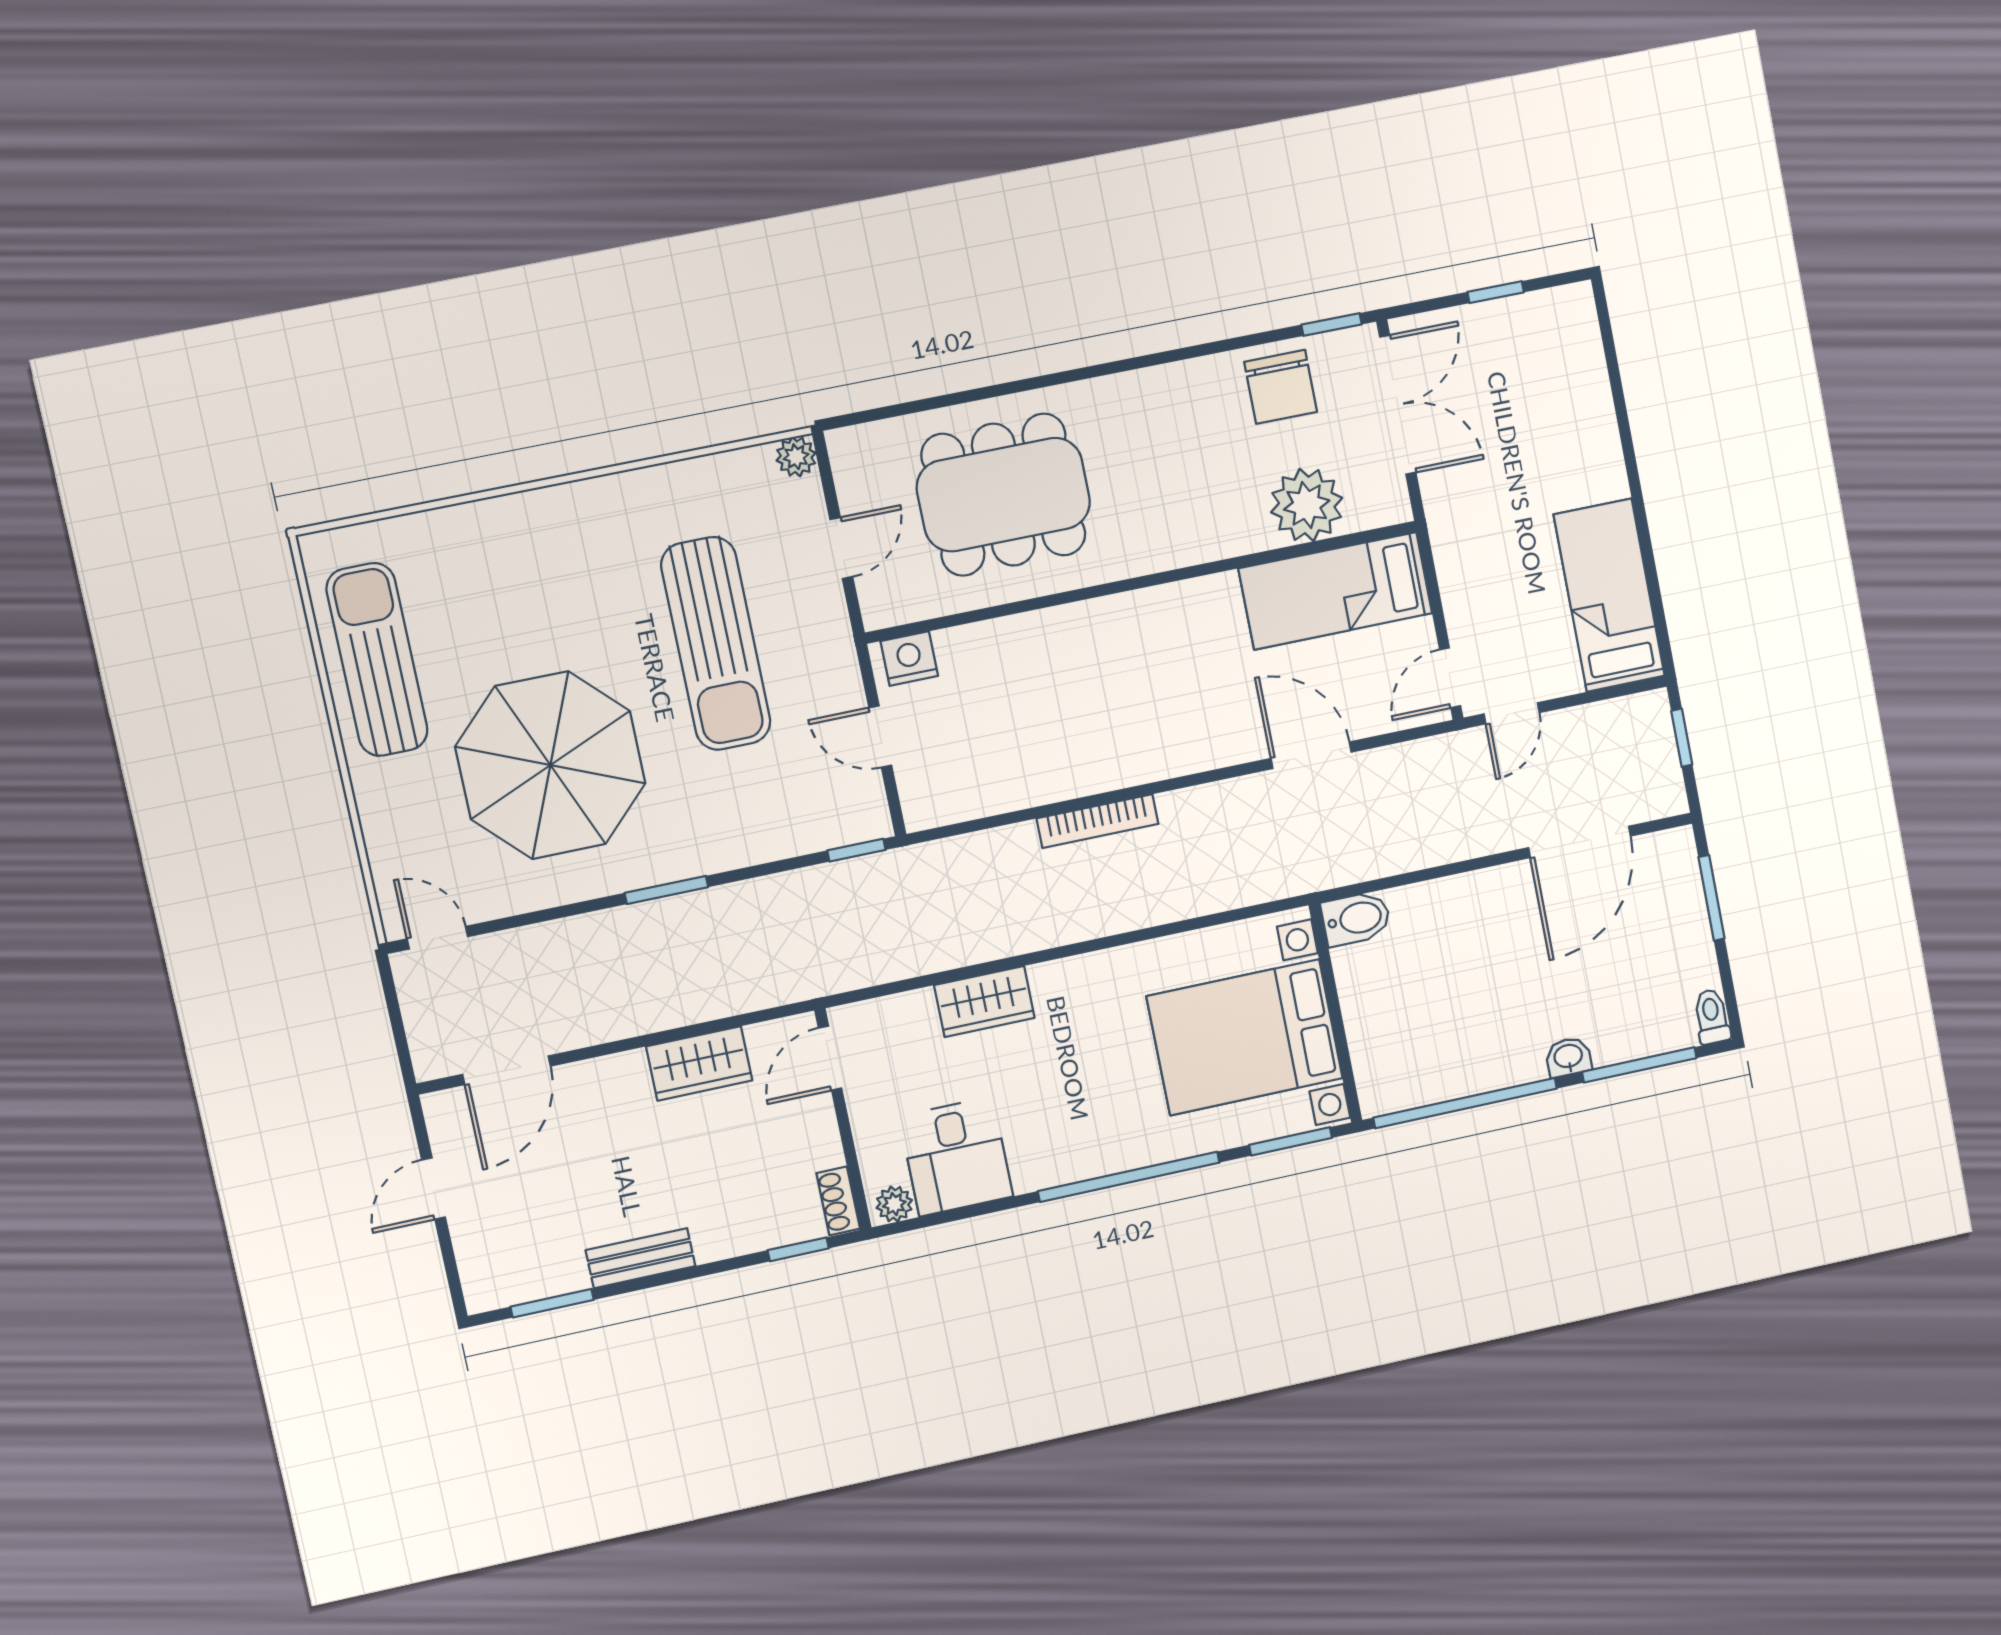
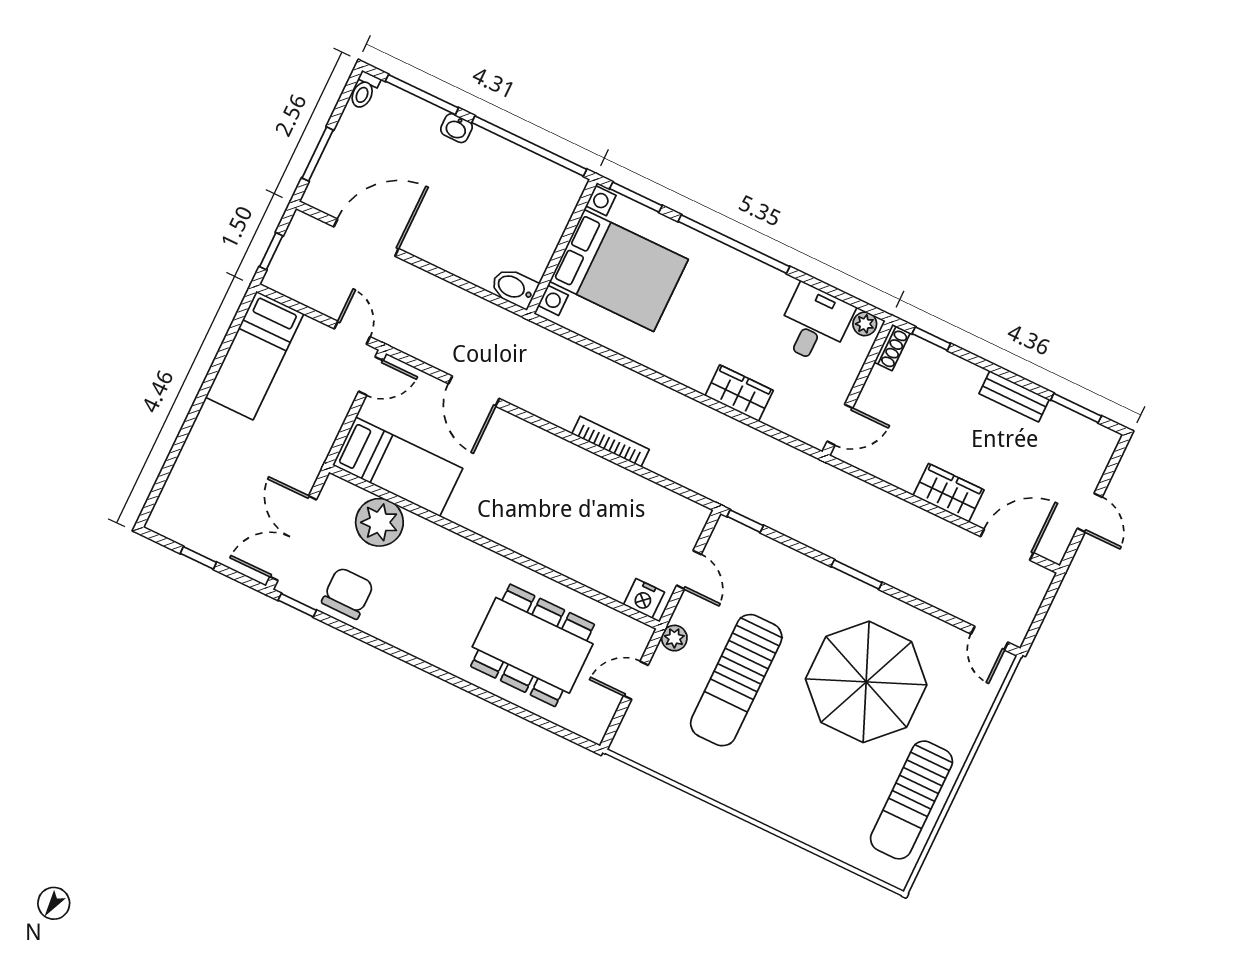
plant: (796, 457) -> (674, 638), moved
sun lounger: (716, 644) -> (736, 680), turned 180
door: (1512, 713) -> (352, 333), hinge flipped
wardrobe: (699, 1063) -> (949, 493), moved
door: (434, 1189) -> (1090, 513), hinge flipped

